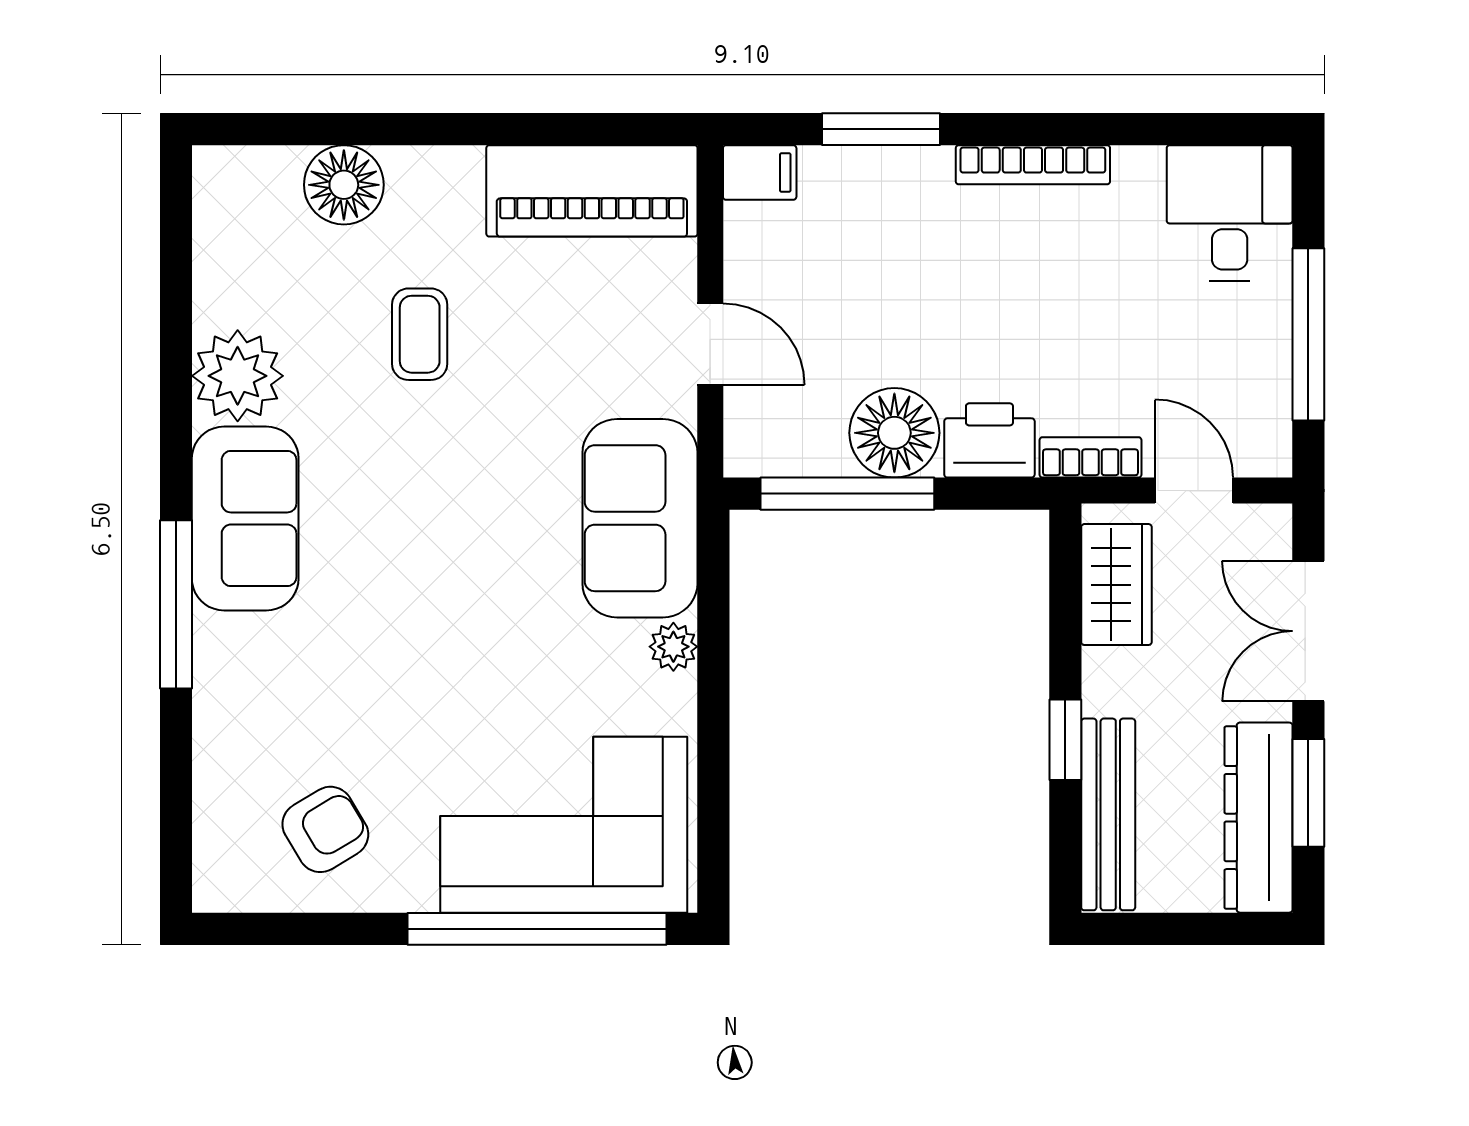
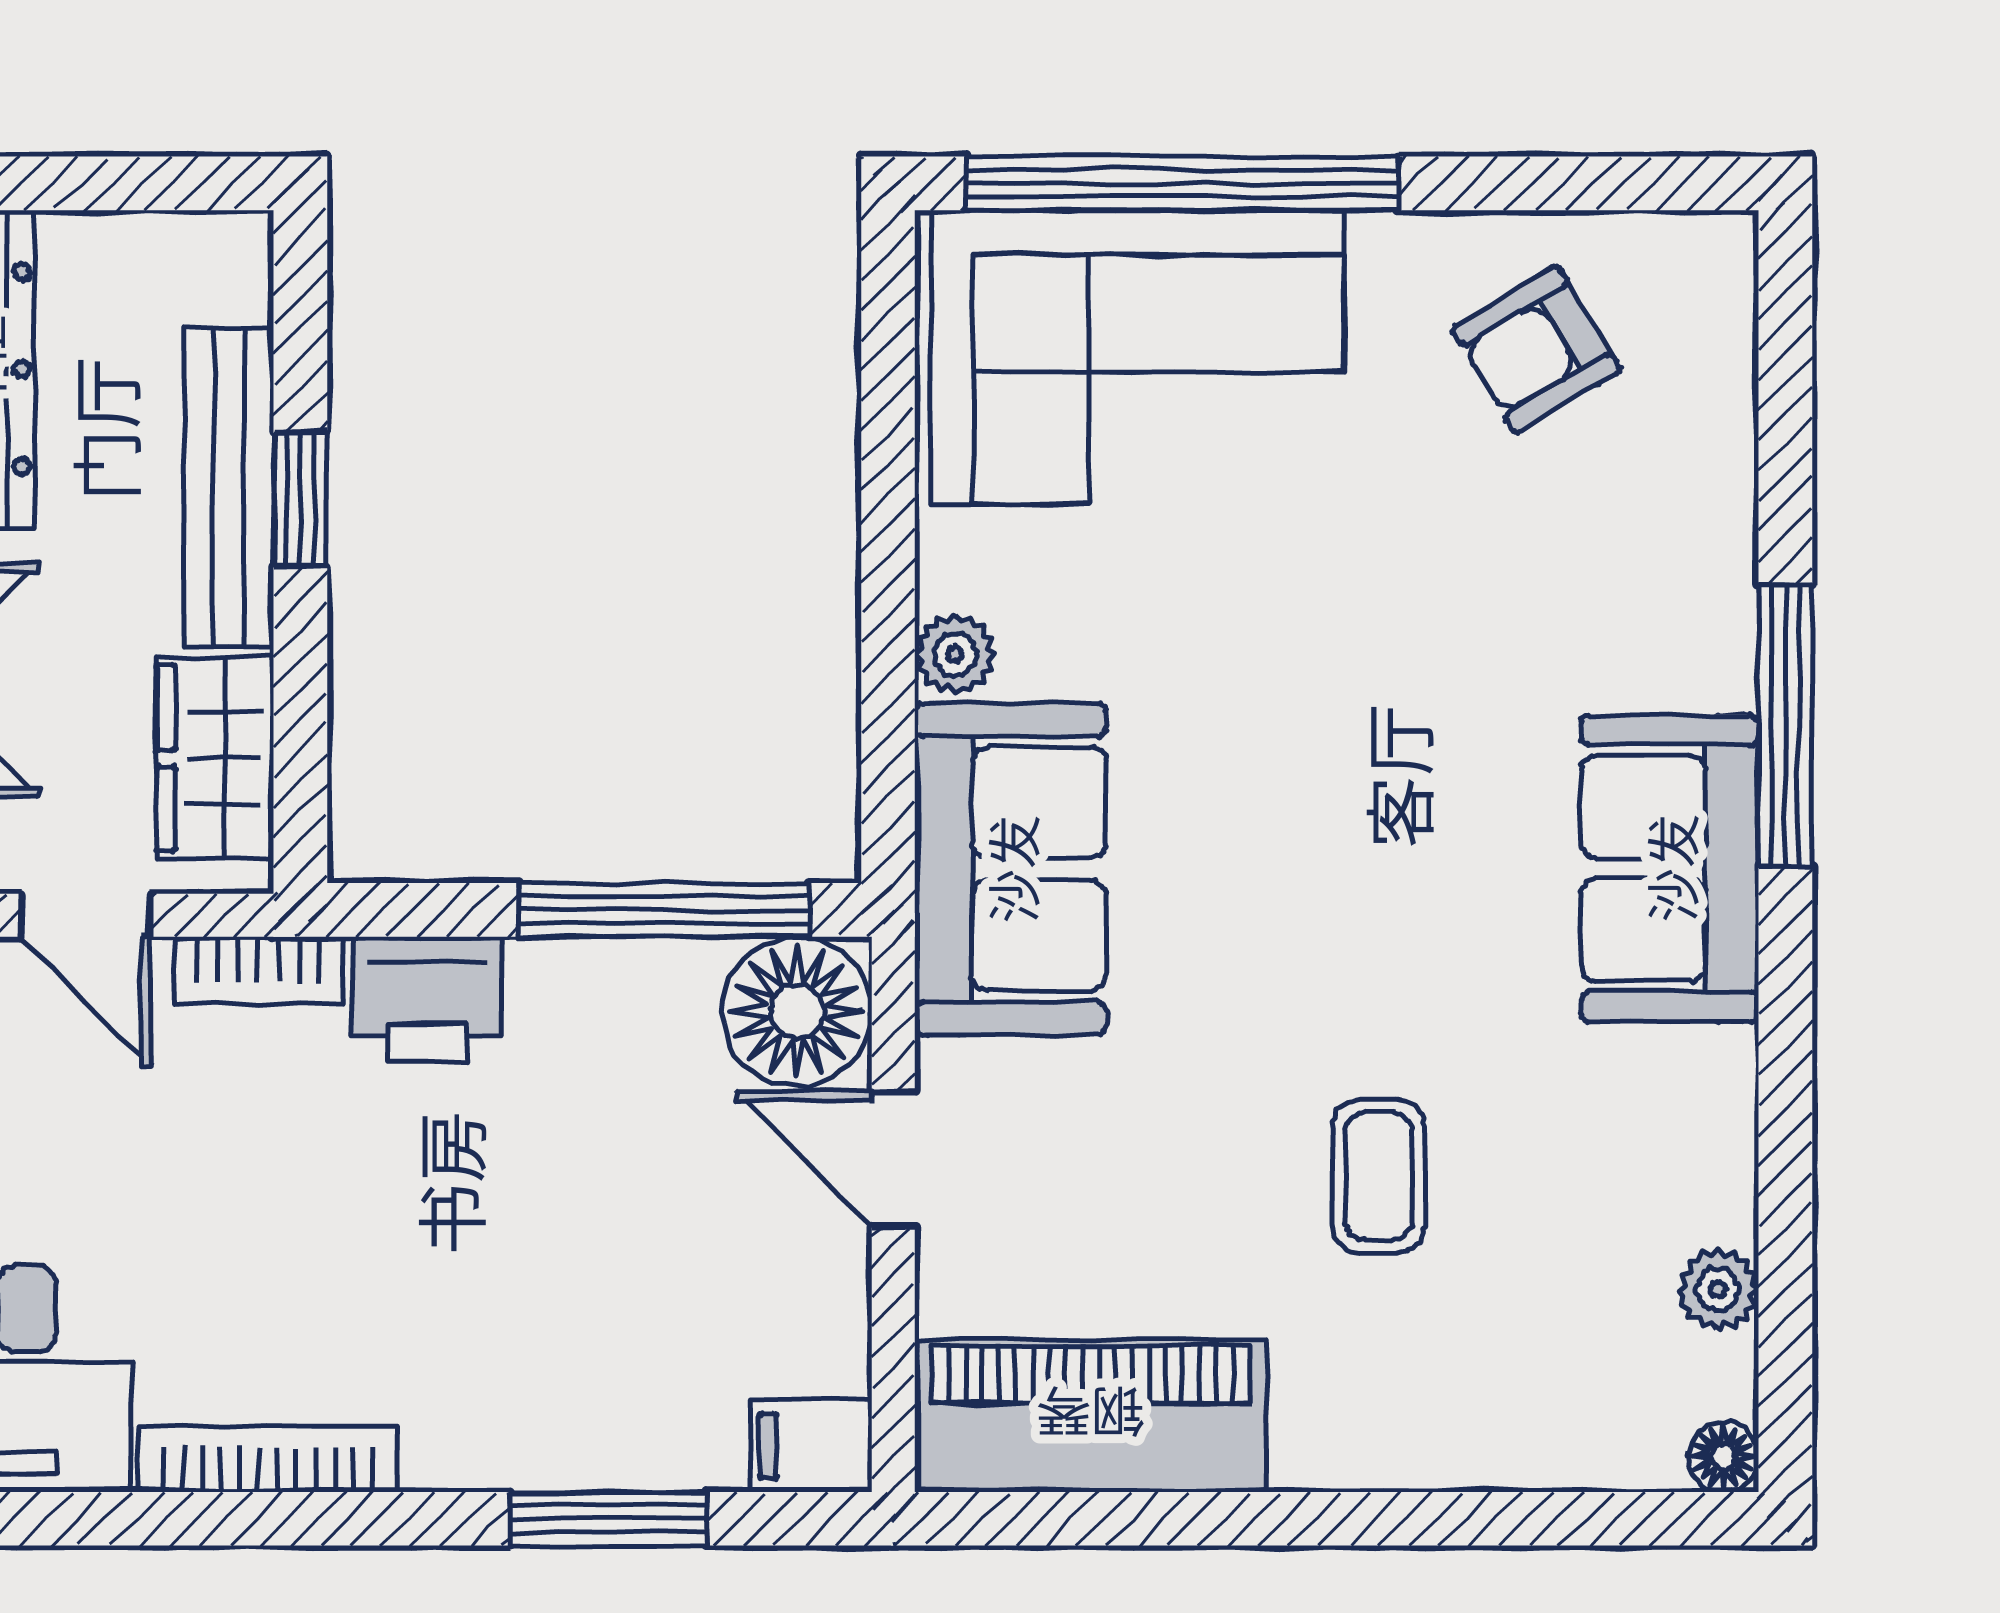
bookcase: (1033, 165) -> (268, 1459), moved
floor lamp: (344, 185) -> (1723, 1457), moved, width x0.53, depth x0.53
plant: (238, 376) -> (1718, 1290), moved, width x0.53, depth x0.53
floor lamp: (894, 433) -> (797, 1012), moved
bench: (1108, 814) -> (229, 488), moved

